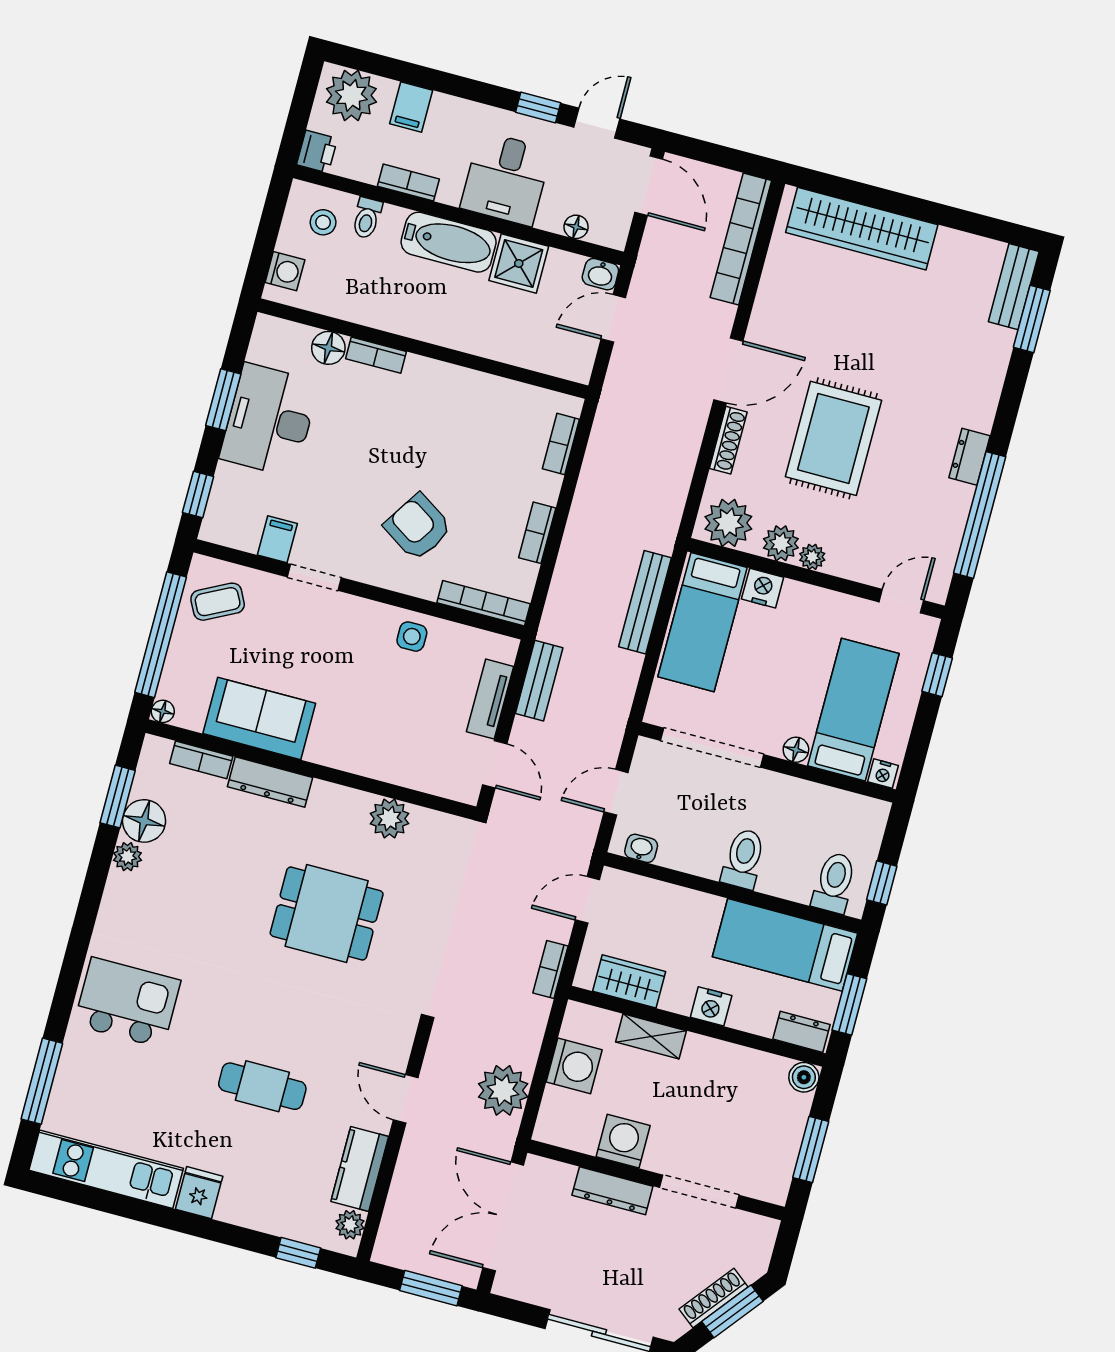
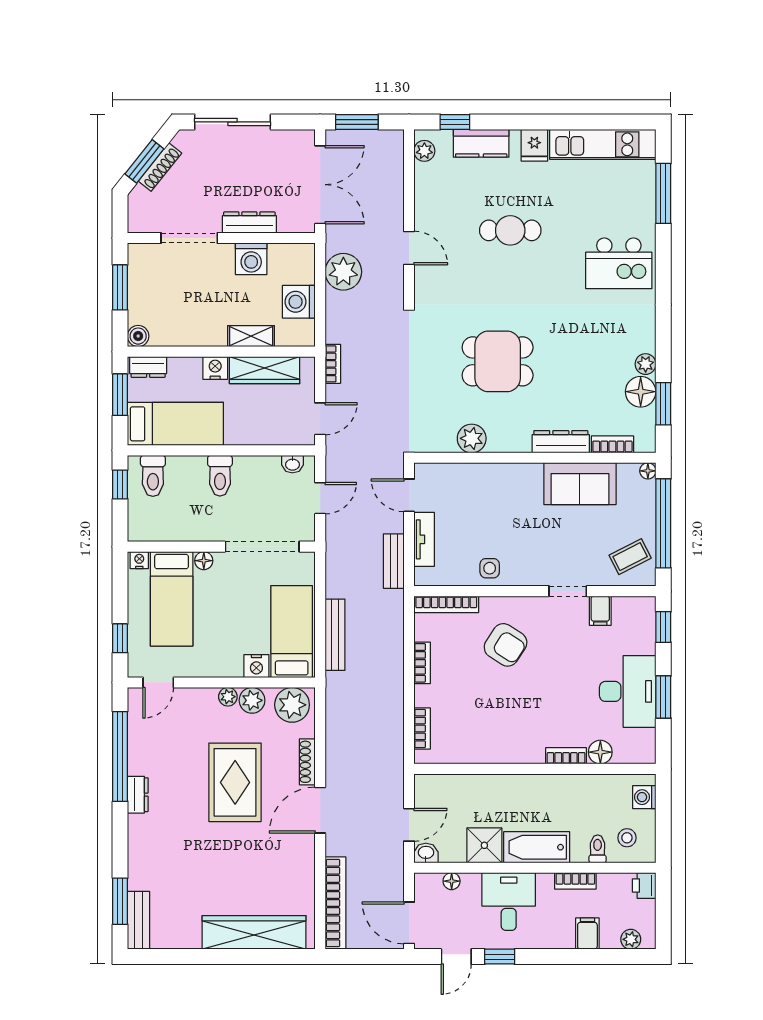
plant: (351, 95) -> (631, 939), width x0.53, depth x0.53
wardrobe: (629, 981) -> (265, 370), width x1.50
kitchen counter: (360, 1169) -> (481, 143), moved, turned 90

